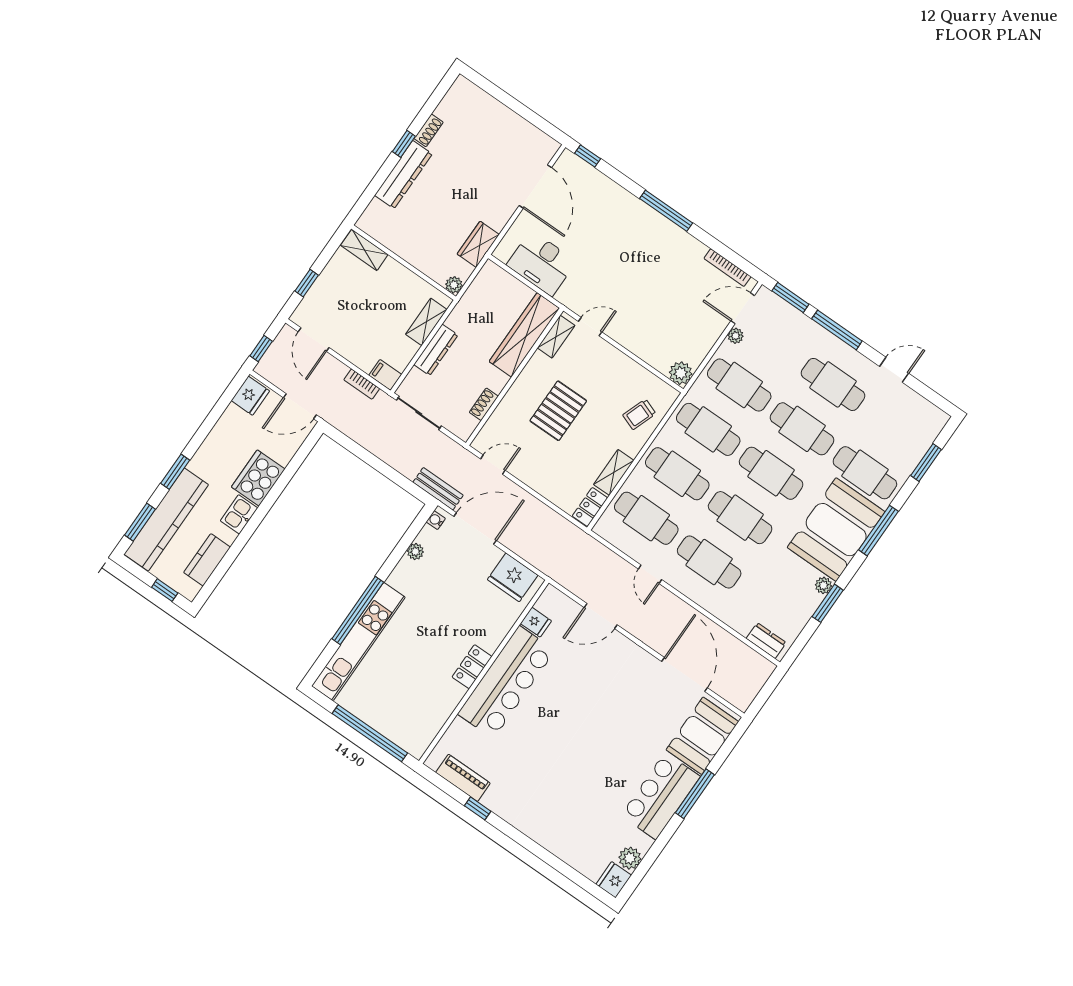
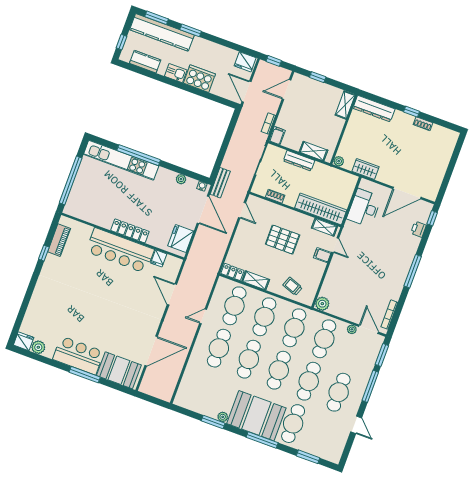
dresser: (403, 175) -> (374, 109), moved
printer: (600, 183) -> (418, 229), added
filing cabinet: (601, 352) -> (322, 255), added
dresser: (766, 641) -> (183, 392), removed
locker: (472, 667) -> (130, 231), width x1.53

